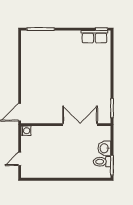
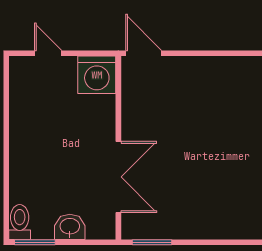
washing machine: (26, 131) -> (97, 75), width x1.89, depth x1.89
toilet: (102, 162) -> (20, 222), moved

